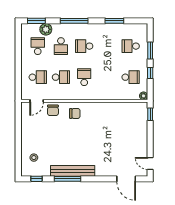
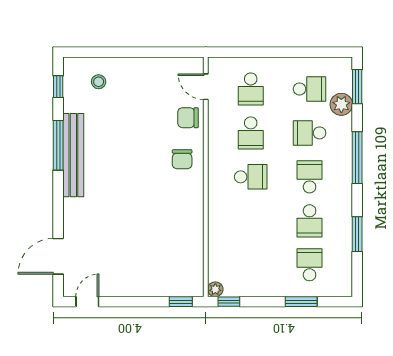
window: (150, 73) -> (229, 302), moved
school desk: (131, 77) -> (310, 221), moved

